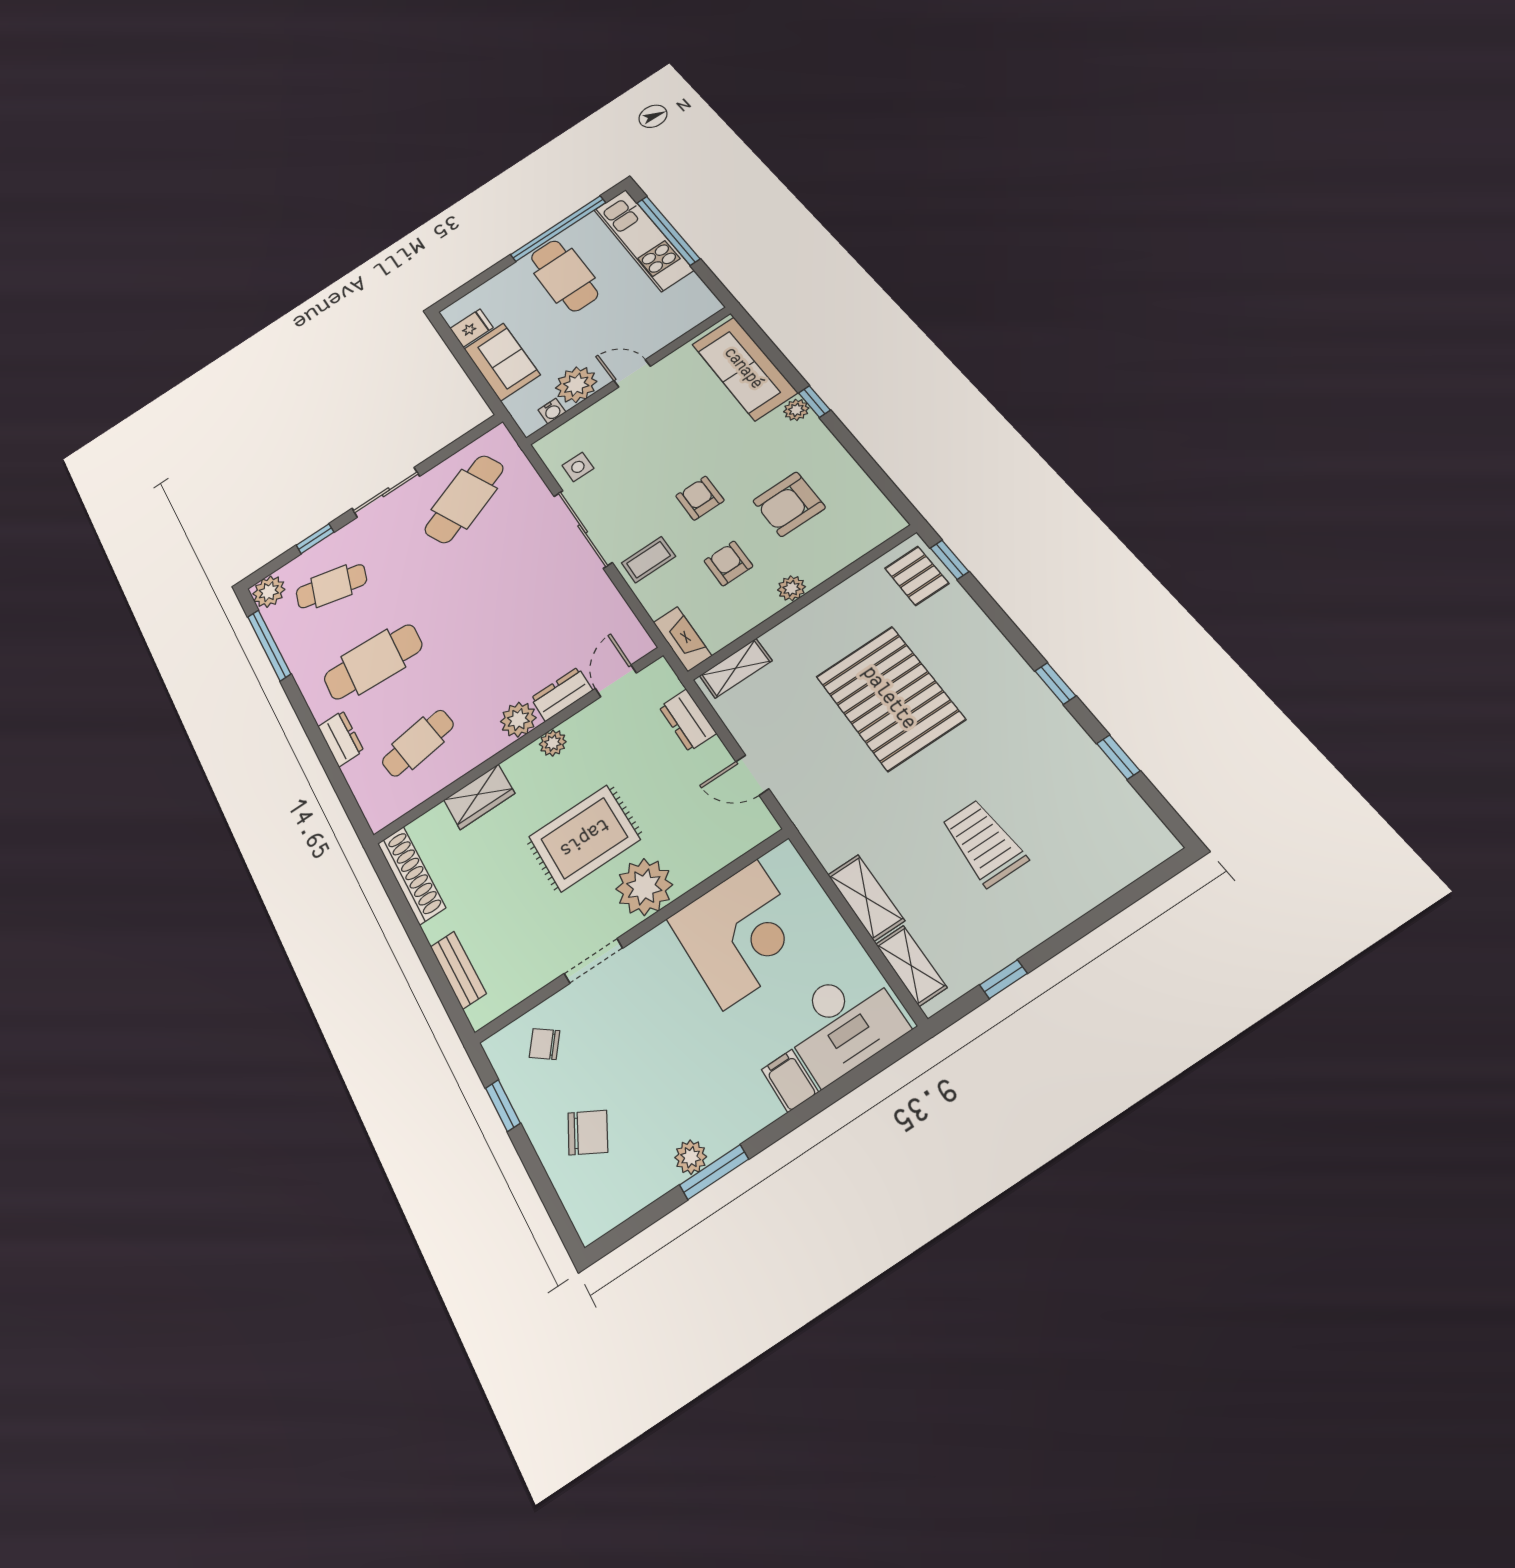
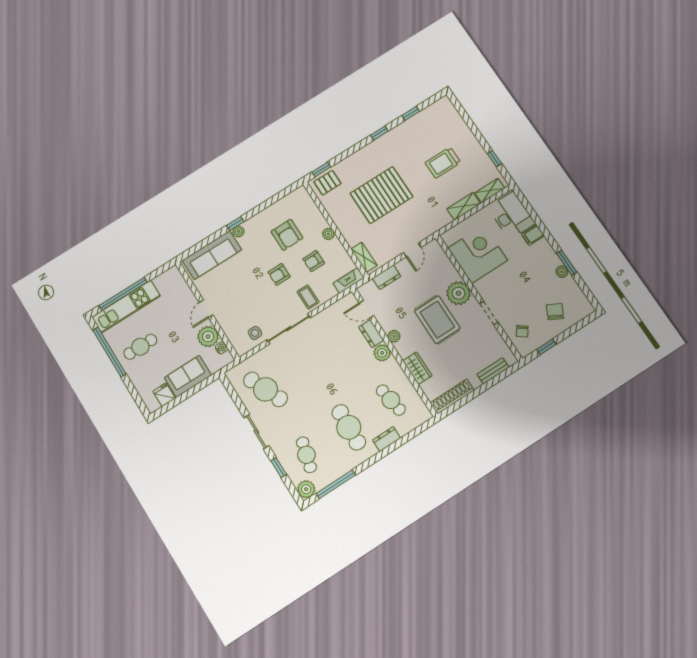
cafe table: (564, 276) -> (140, 347), width x0.73, depth x0.74

